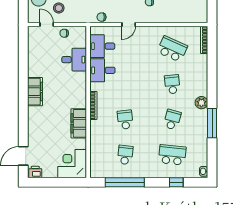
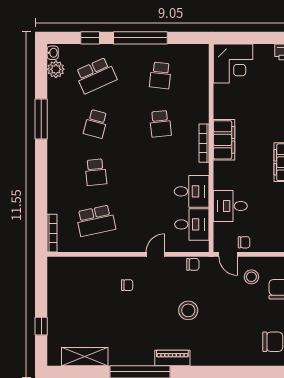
door: (47, 24) -> (228, 254), moved
school desk: (172, 49) -> (96, 221), turned -36
plant: (201, 103) -> (56, 69), moved
filing cabinet: (79, 123) -> (224, 140), moved
school desk: (172, 155) -> (96, 75), turned -30
window: (125, 182) -> (140, 38), moved

